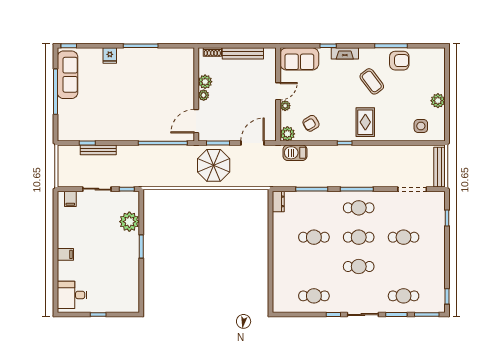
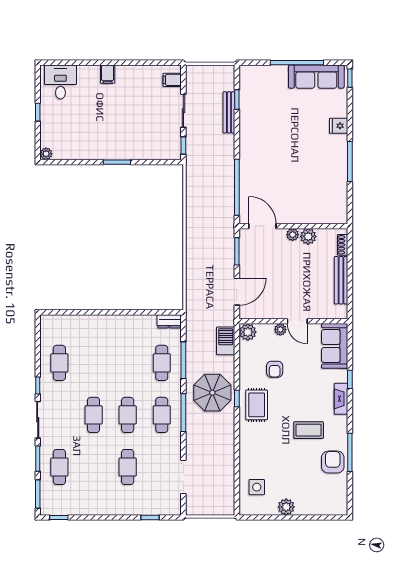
armchair: (399, 61) -> (333, 462), turned 180
coffee table: (372, 81) -> (309, 430), turned 37
rug: (365, 122) -> (257, 405), moved, turned 90
armchair: (311, 123) -> (275, 369), moved, turned -149
door: (253, 143) -> (237, 292), hinge flipped
parasol: (214, 165) -> (212, 393), moved
bench: (439, 167) -> (209, 509), removed
plant: (129, 222) -> (46, 154), moved, width x0.53, depth x0.53
cafe table: (314, 237) -> (162, 363), moved

